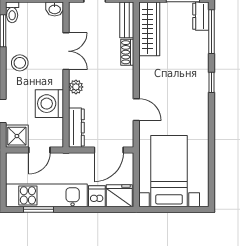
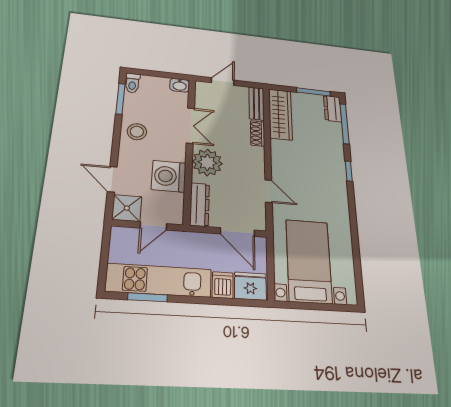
plant: (76, 87) -> (207, 162), width x1.88, depth x1.88
door: (109, 150) -> (237, 232), hinge flipped

